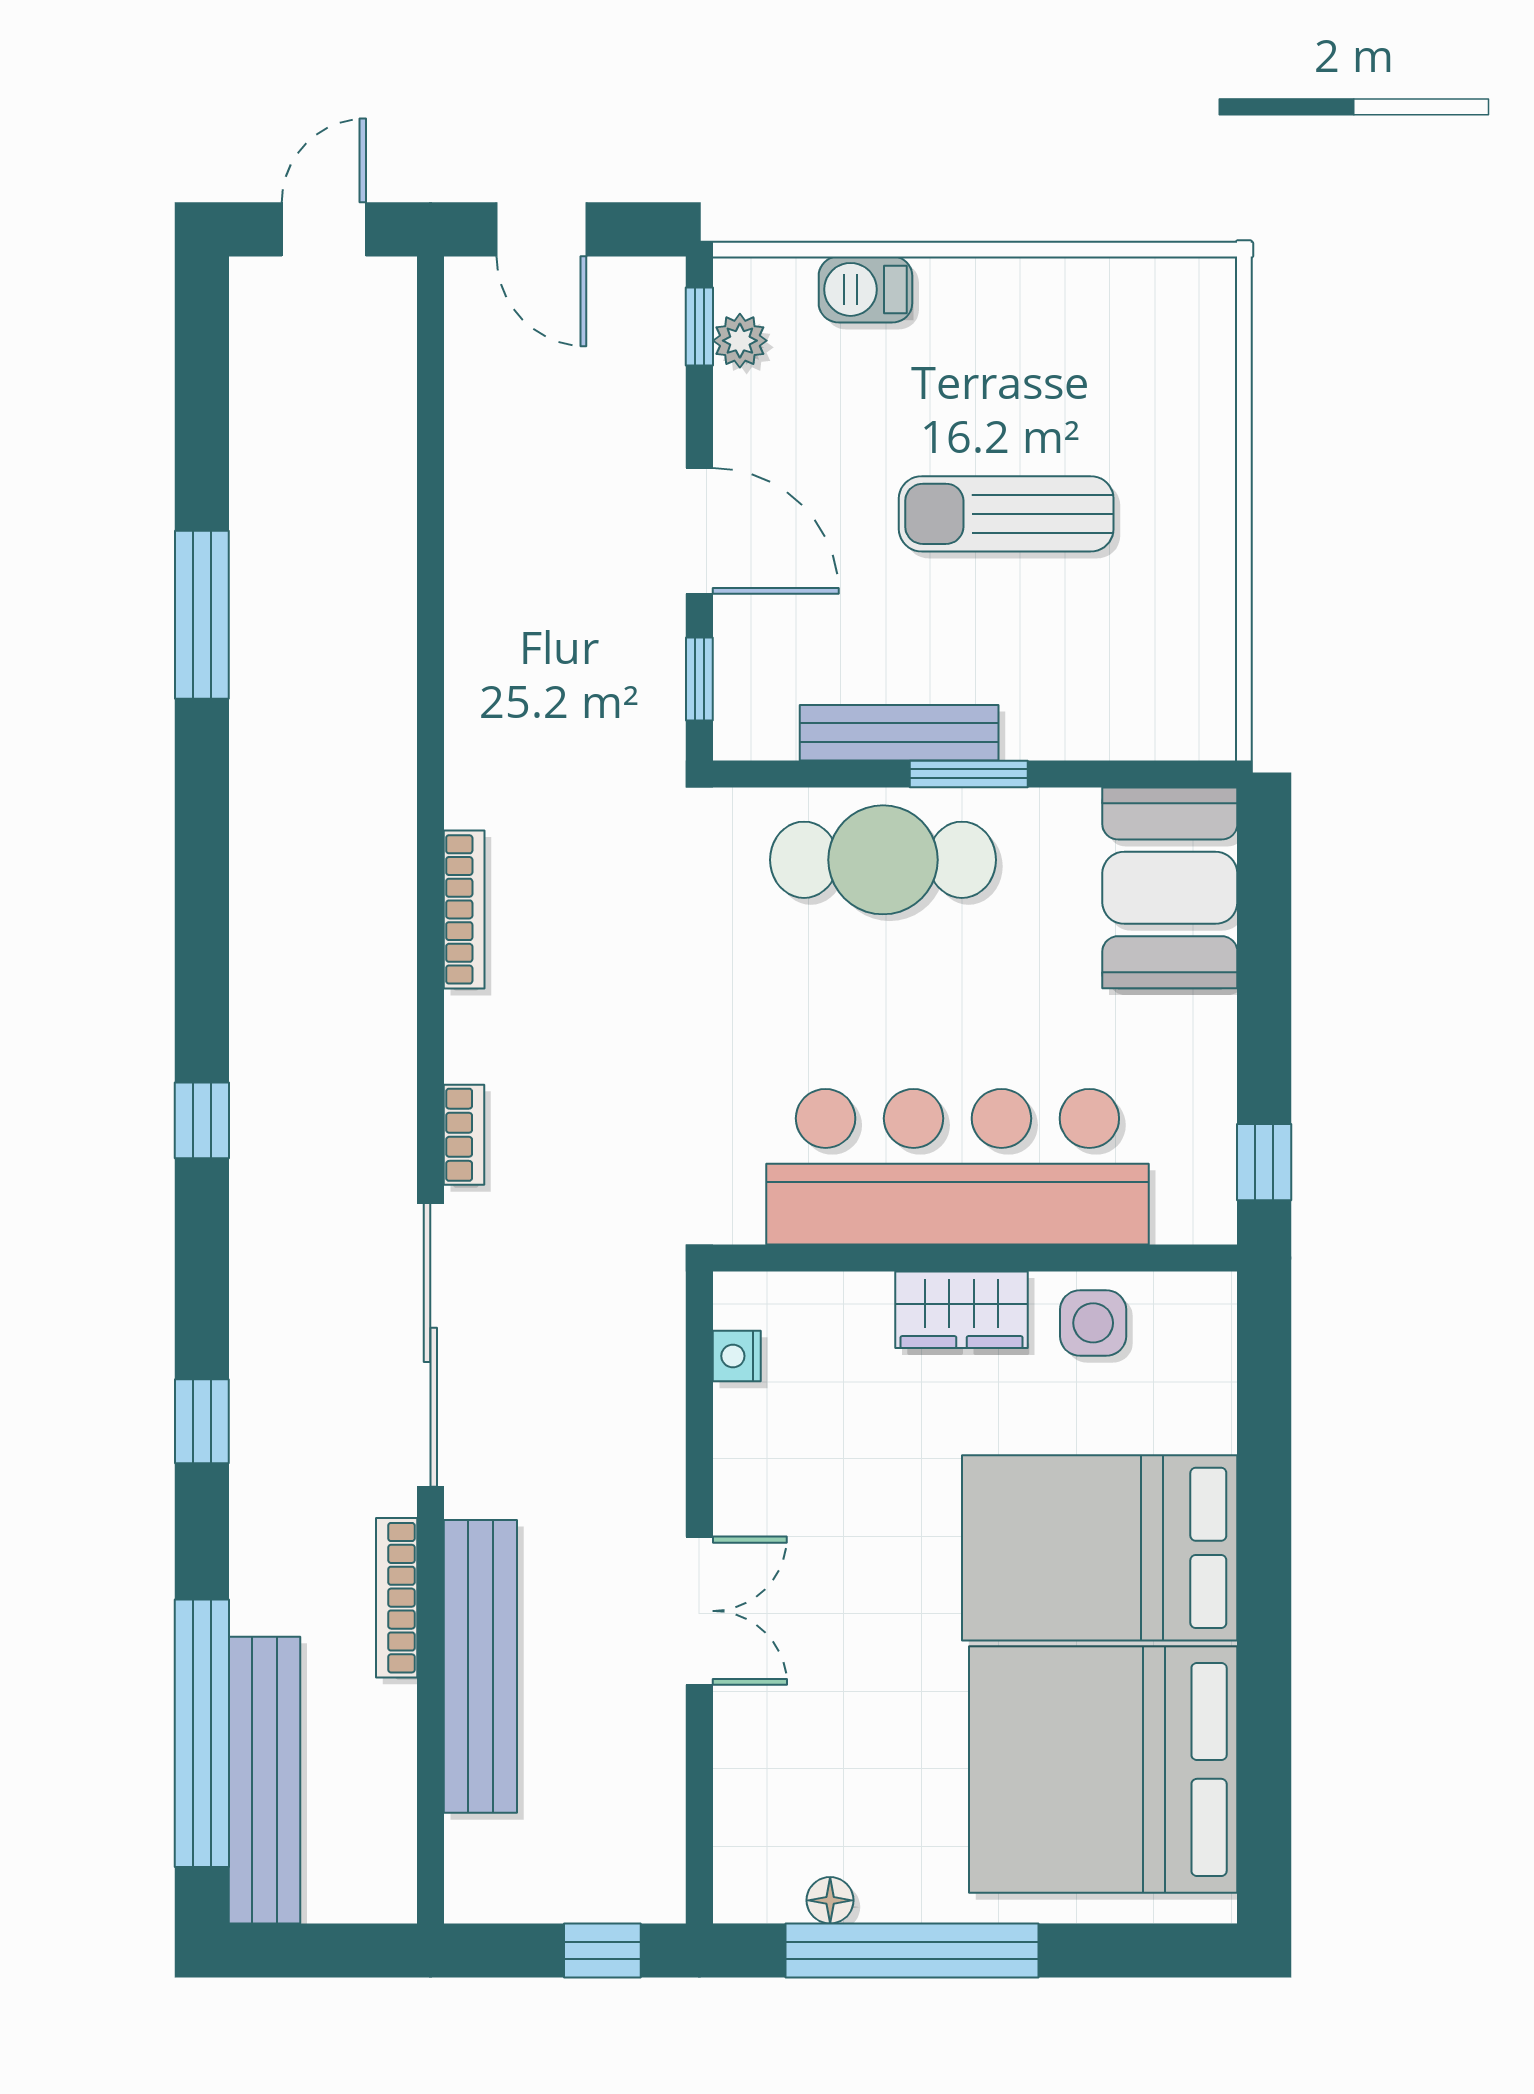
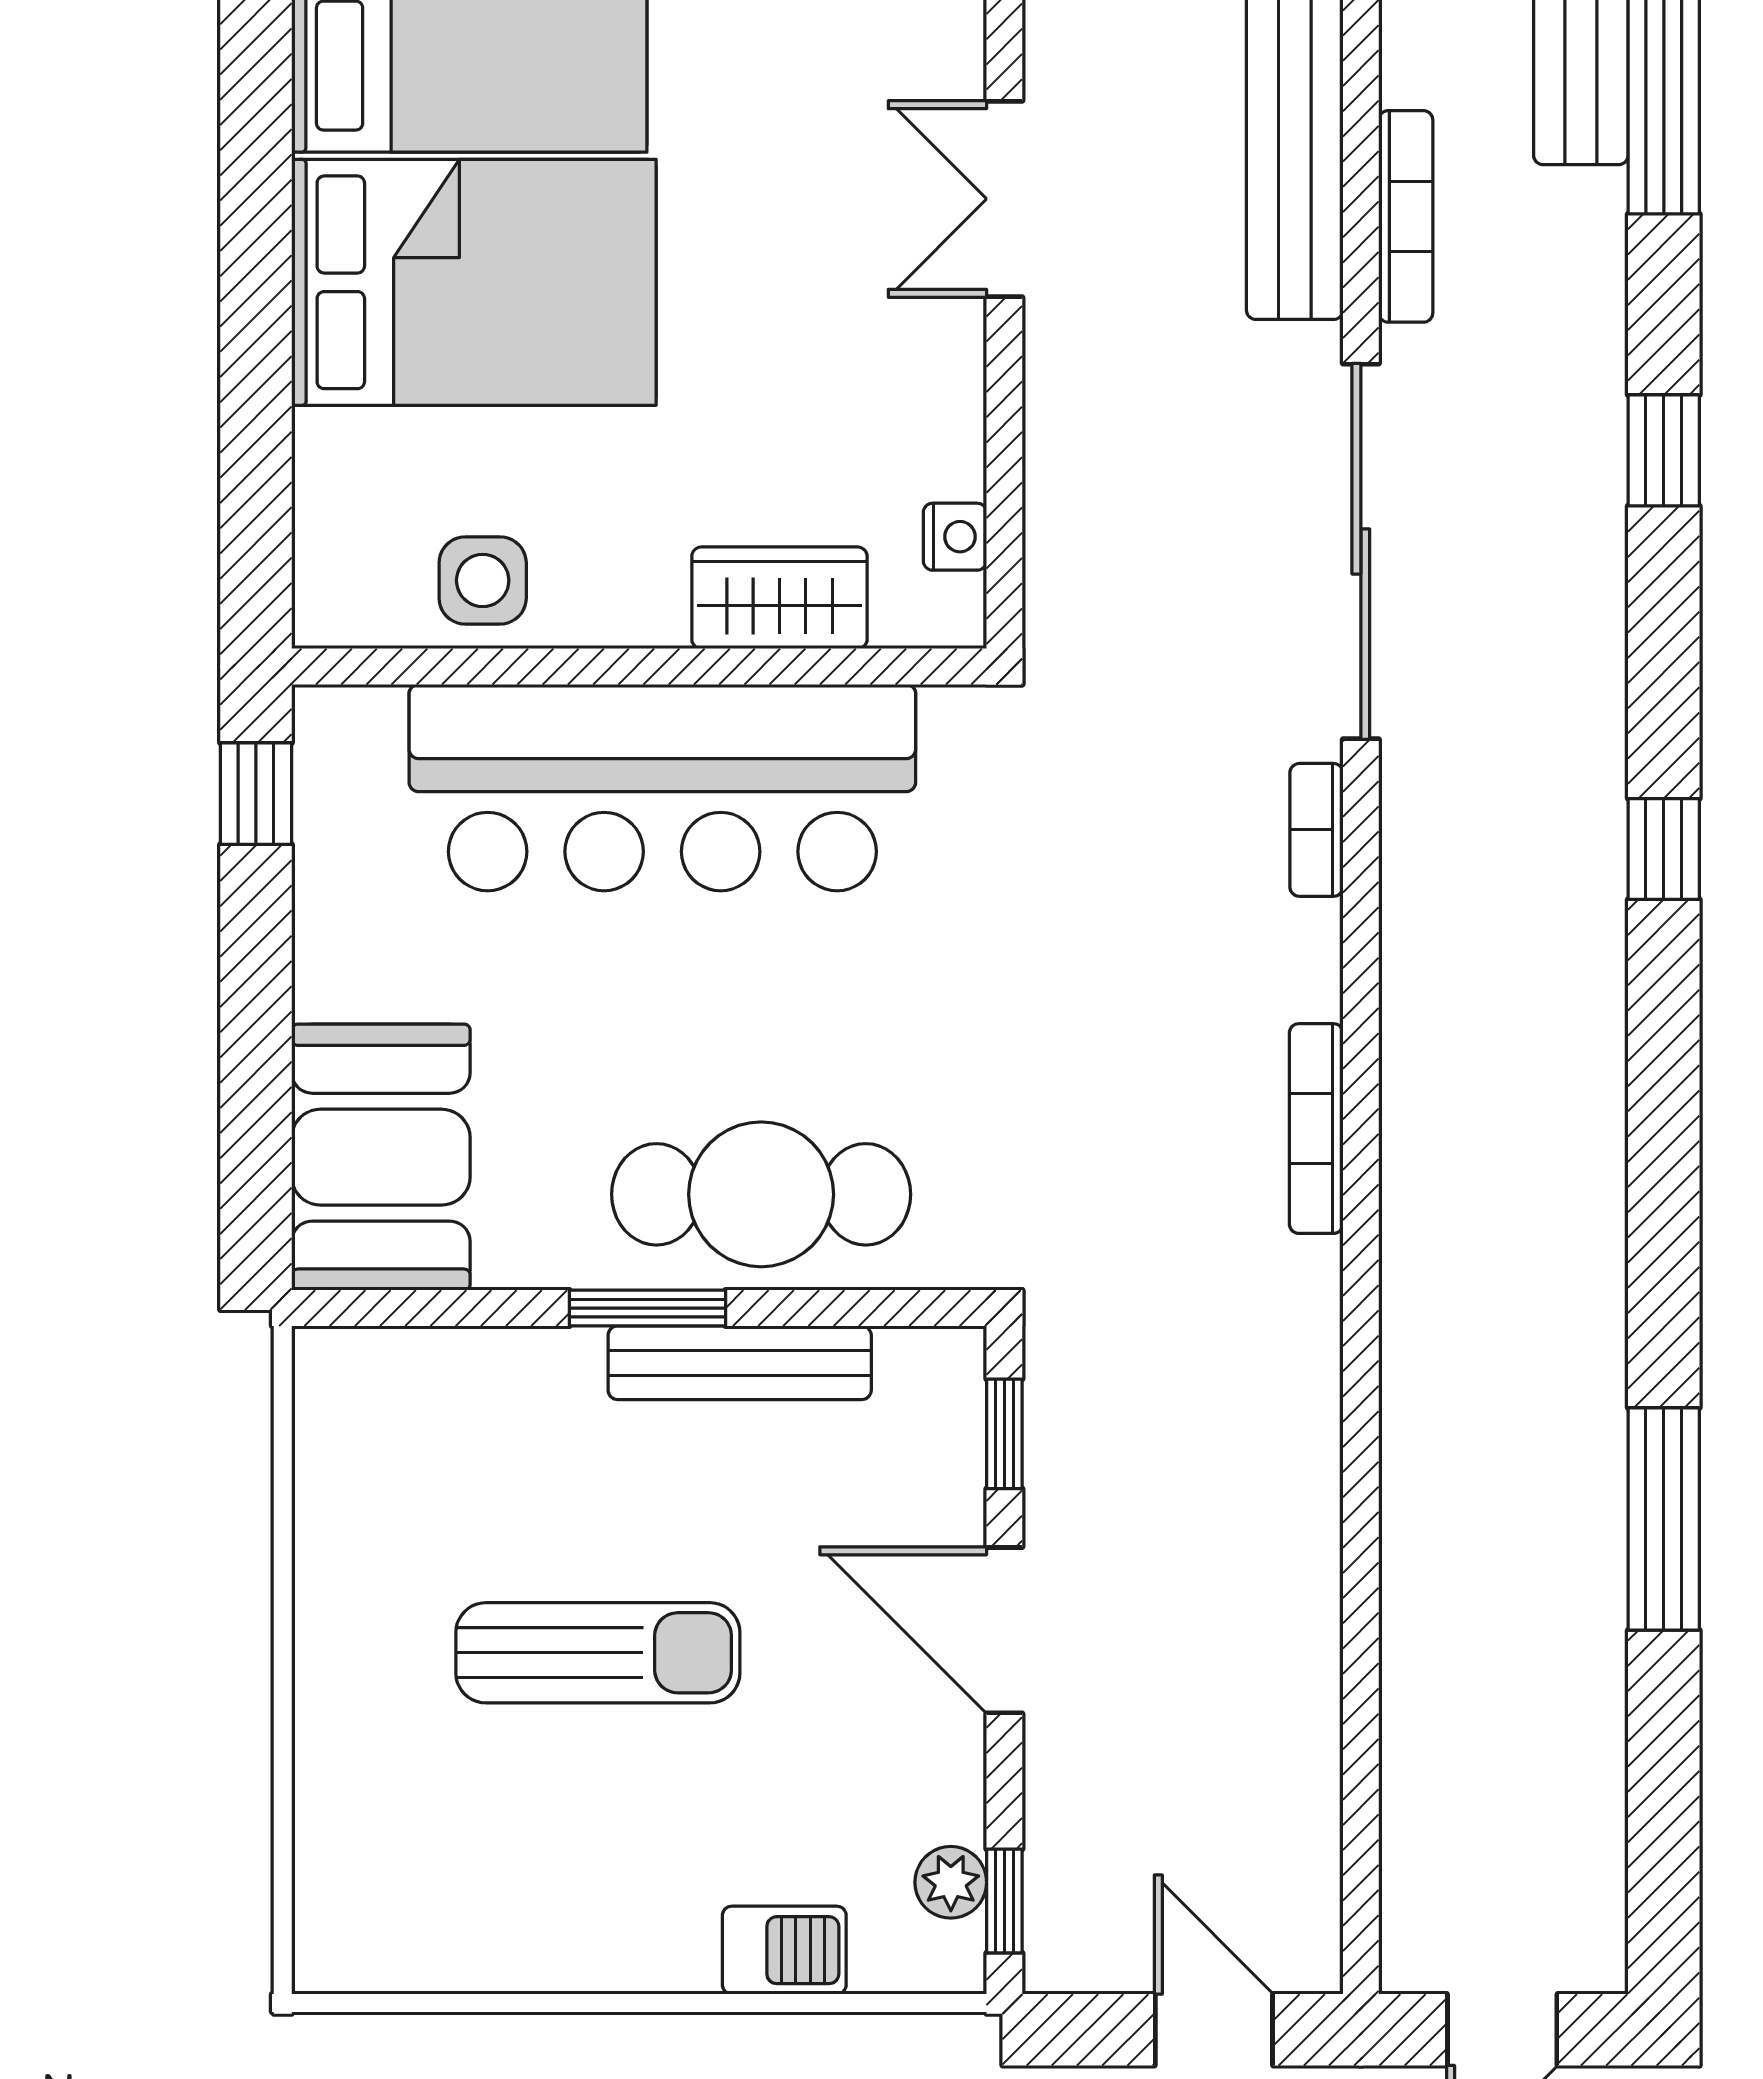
wardrobe: (962, 1310) -> (779, 598), moved

